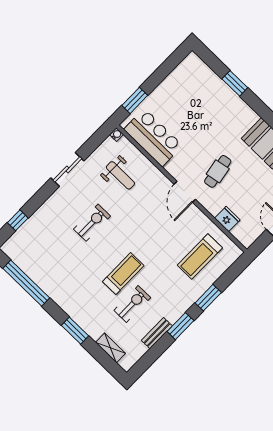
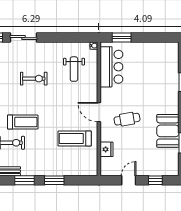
sliding door: (67, 169) -> (23, 38), moved
door: (185, 192) -> (99, 112), hinge flipped
treadmill: (200, 256) -> (75, 139), moved

